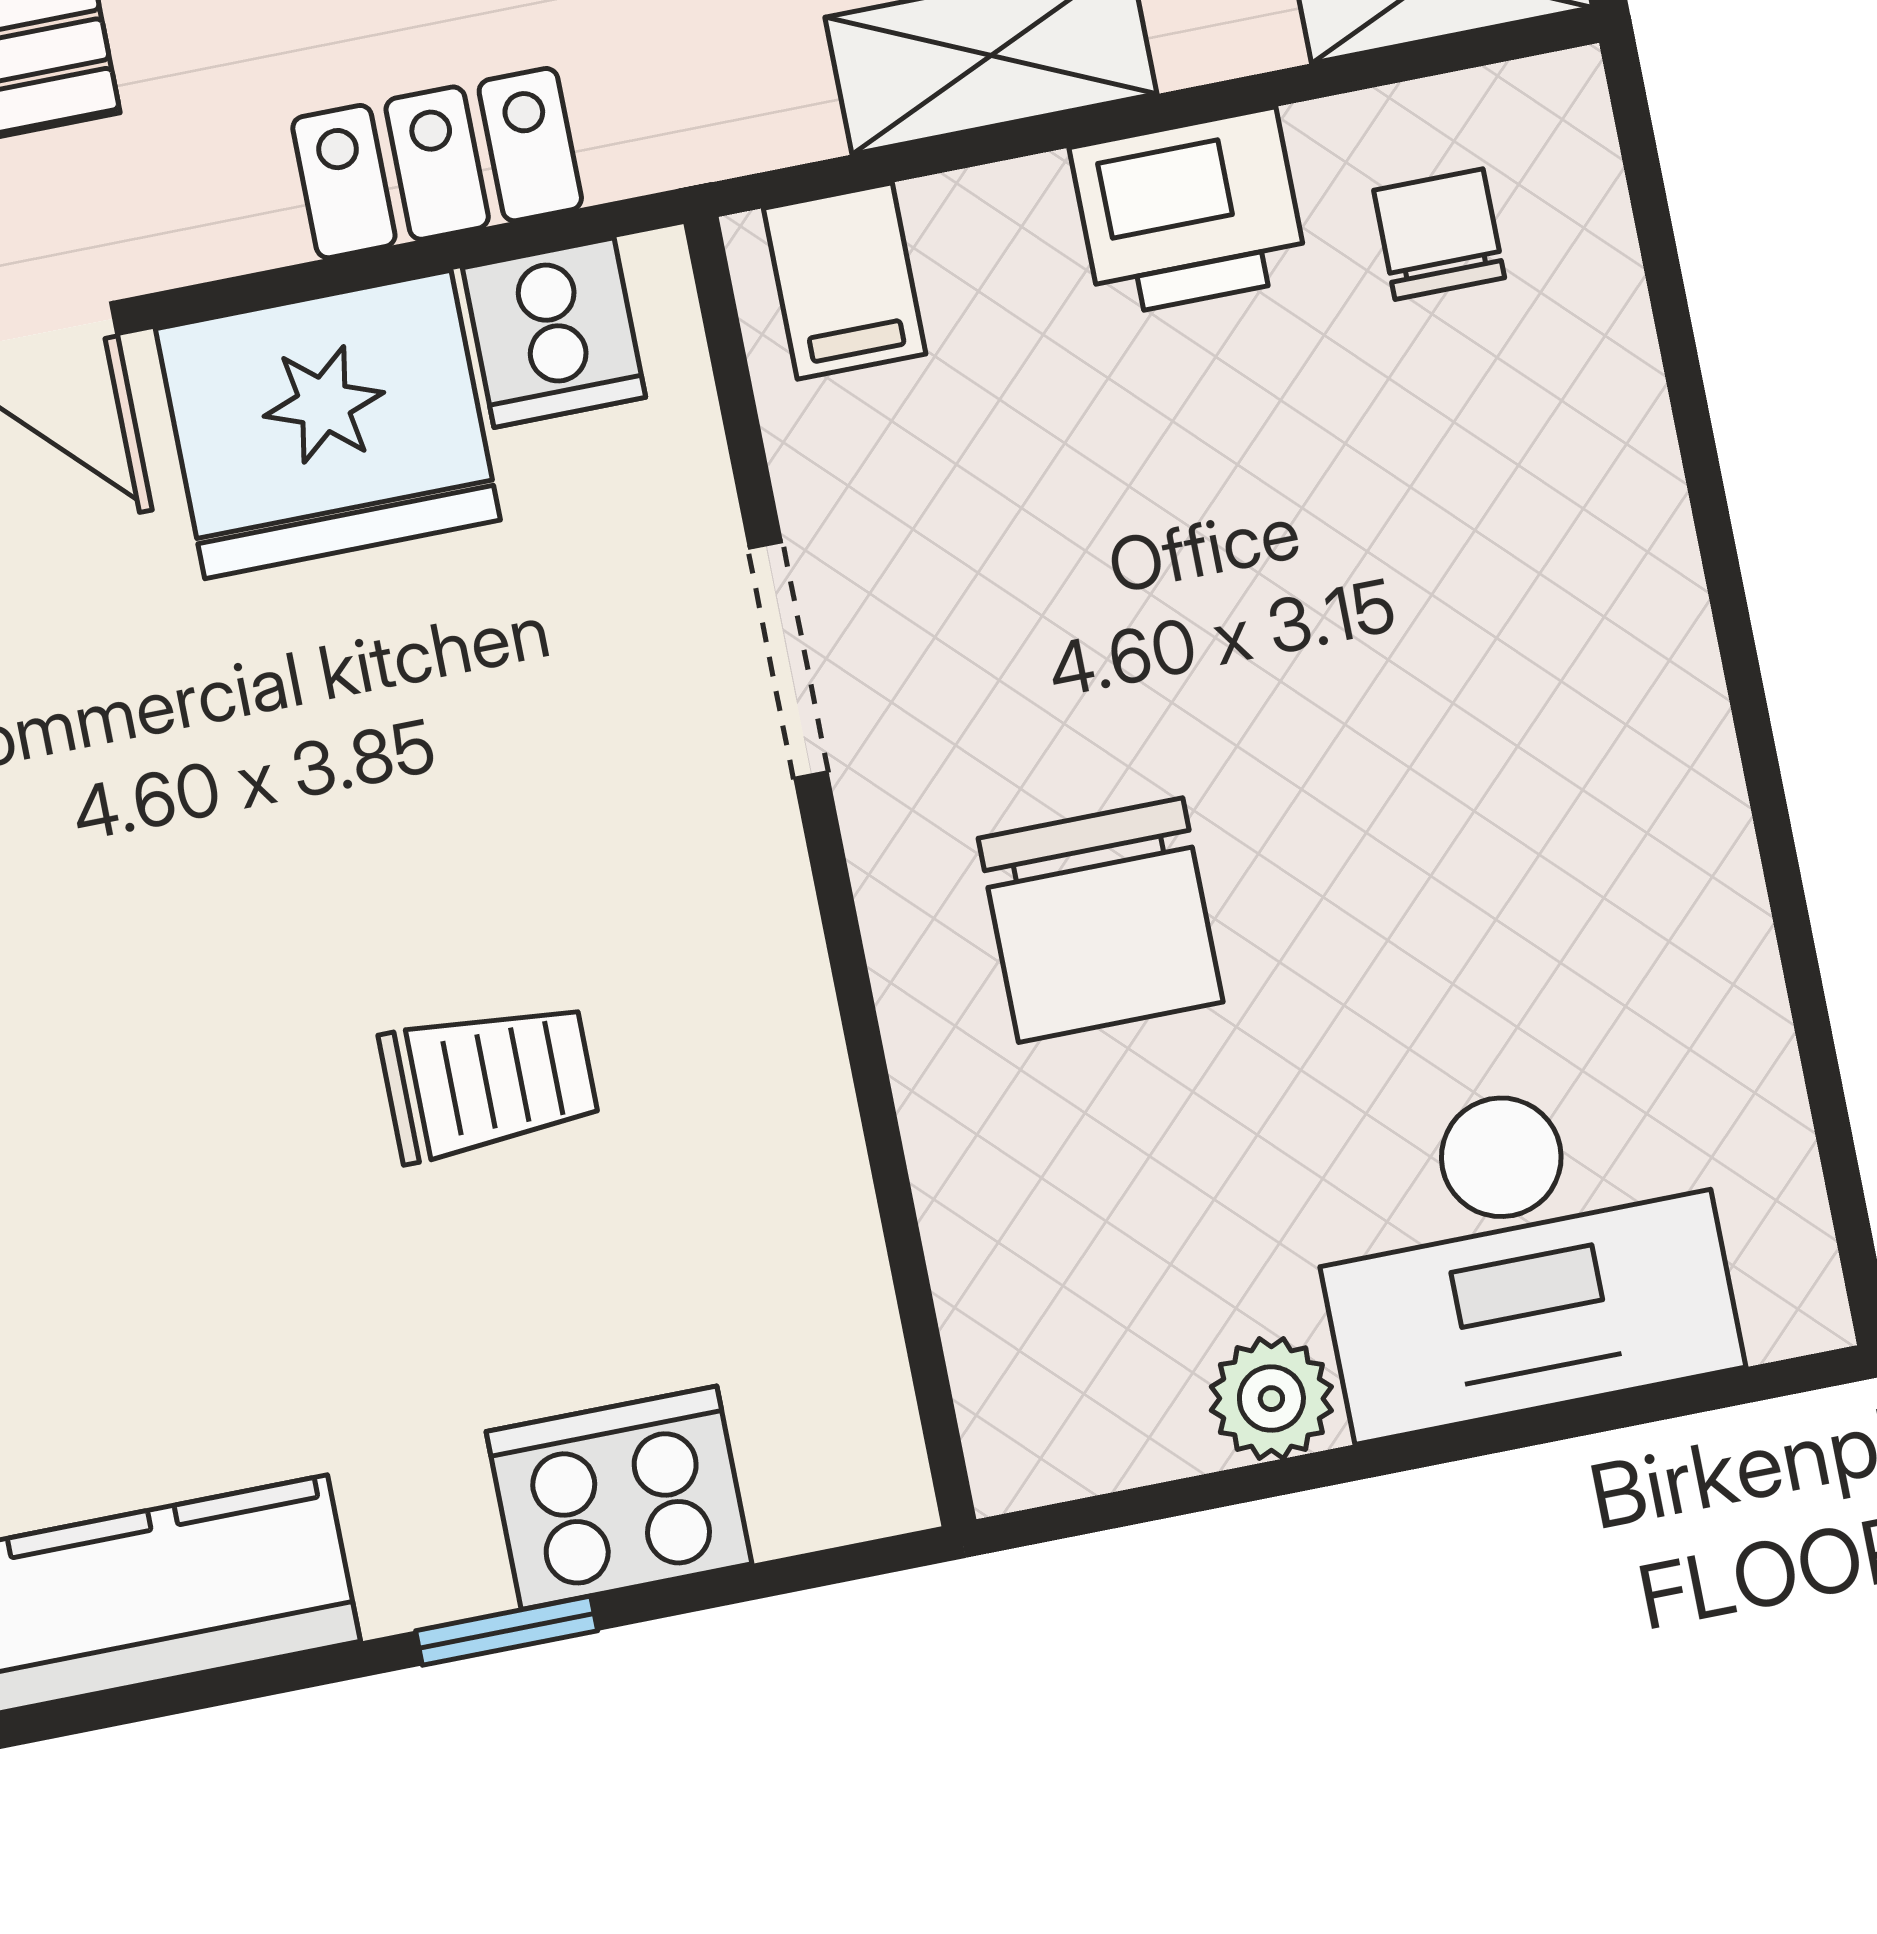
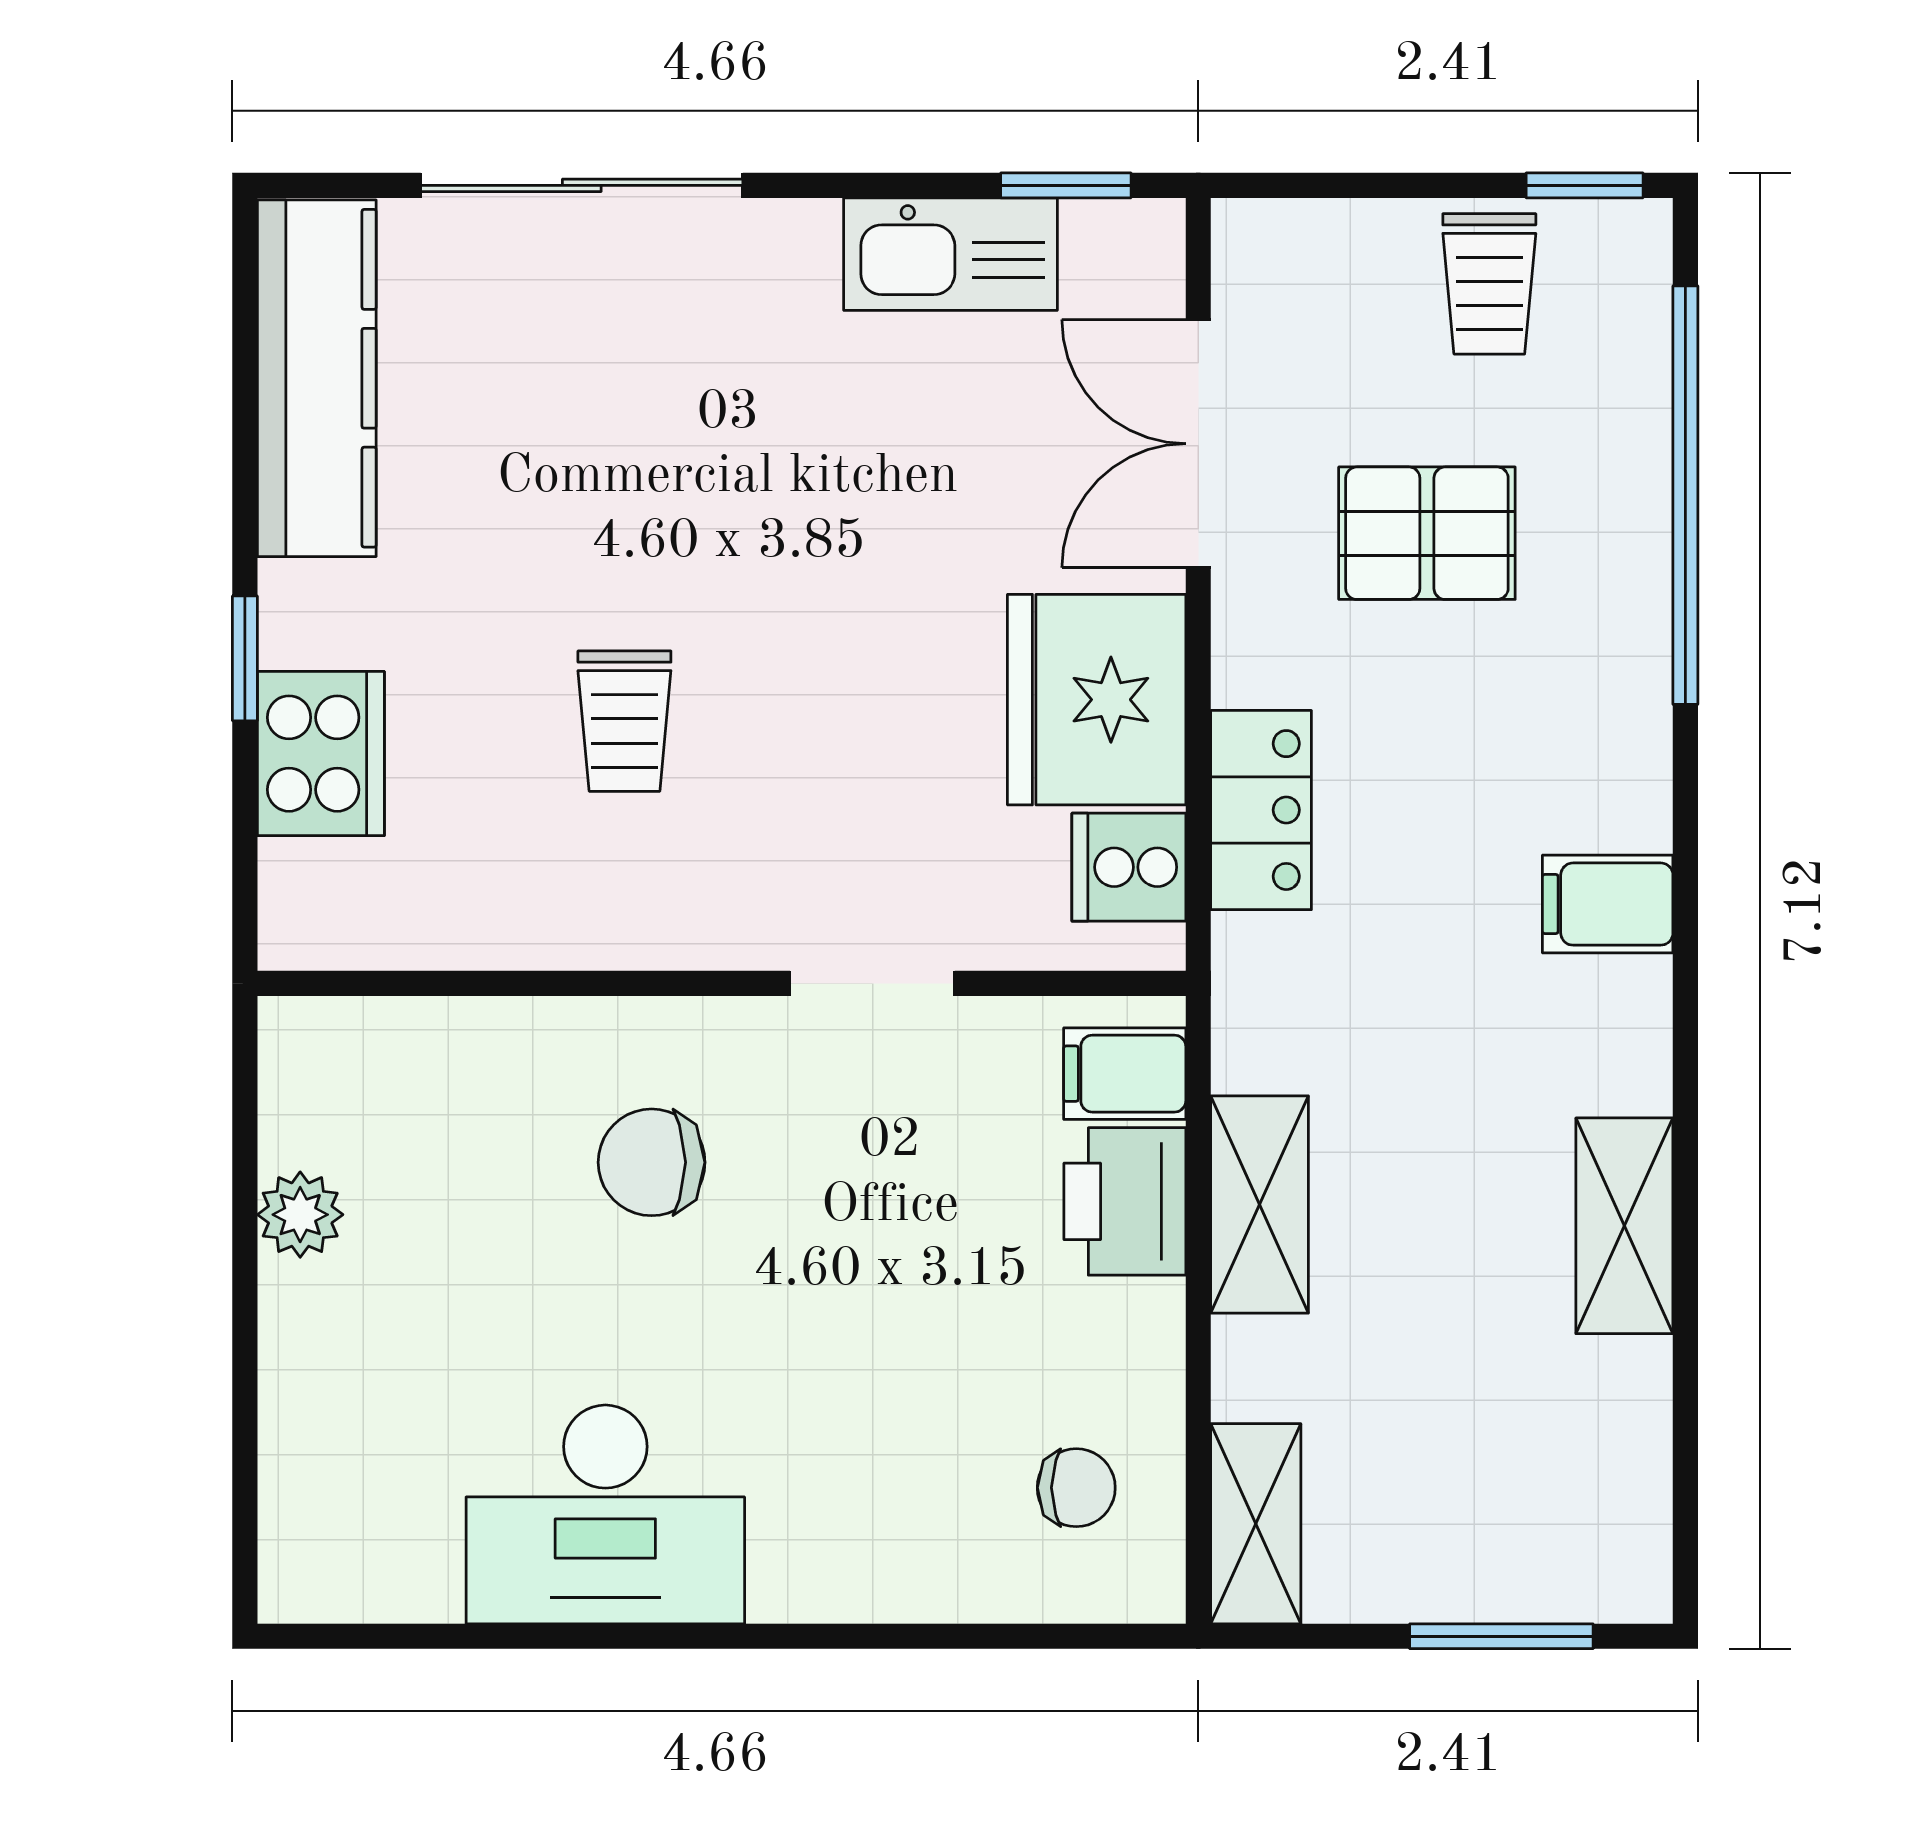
printer: (1189, 213) -> (1125, 1201), moved
chair: (1101, 920) -> (652, 1162), width x0.73, depth x0.73
desk: (1520, 1252) -> (605, 1514), moved, turned -90

